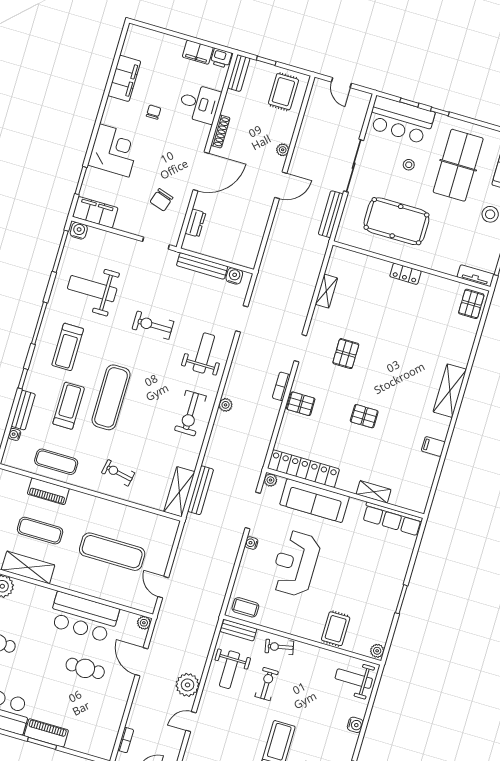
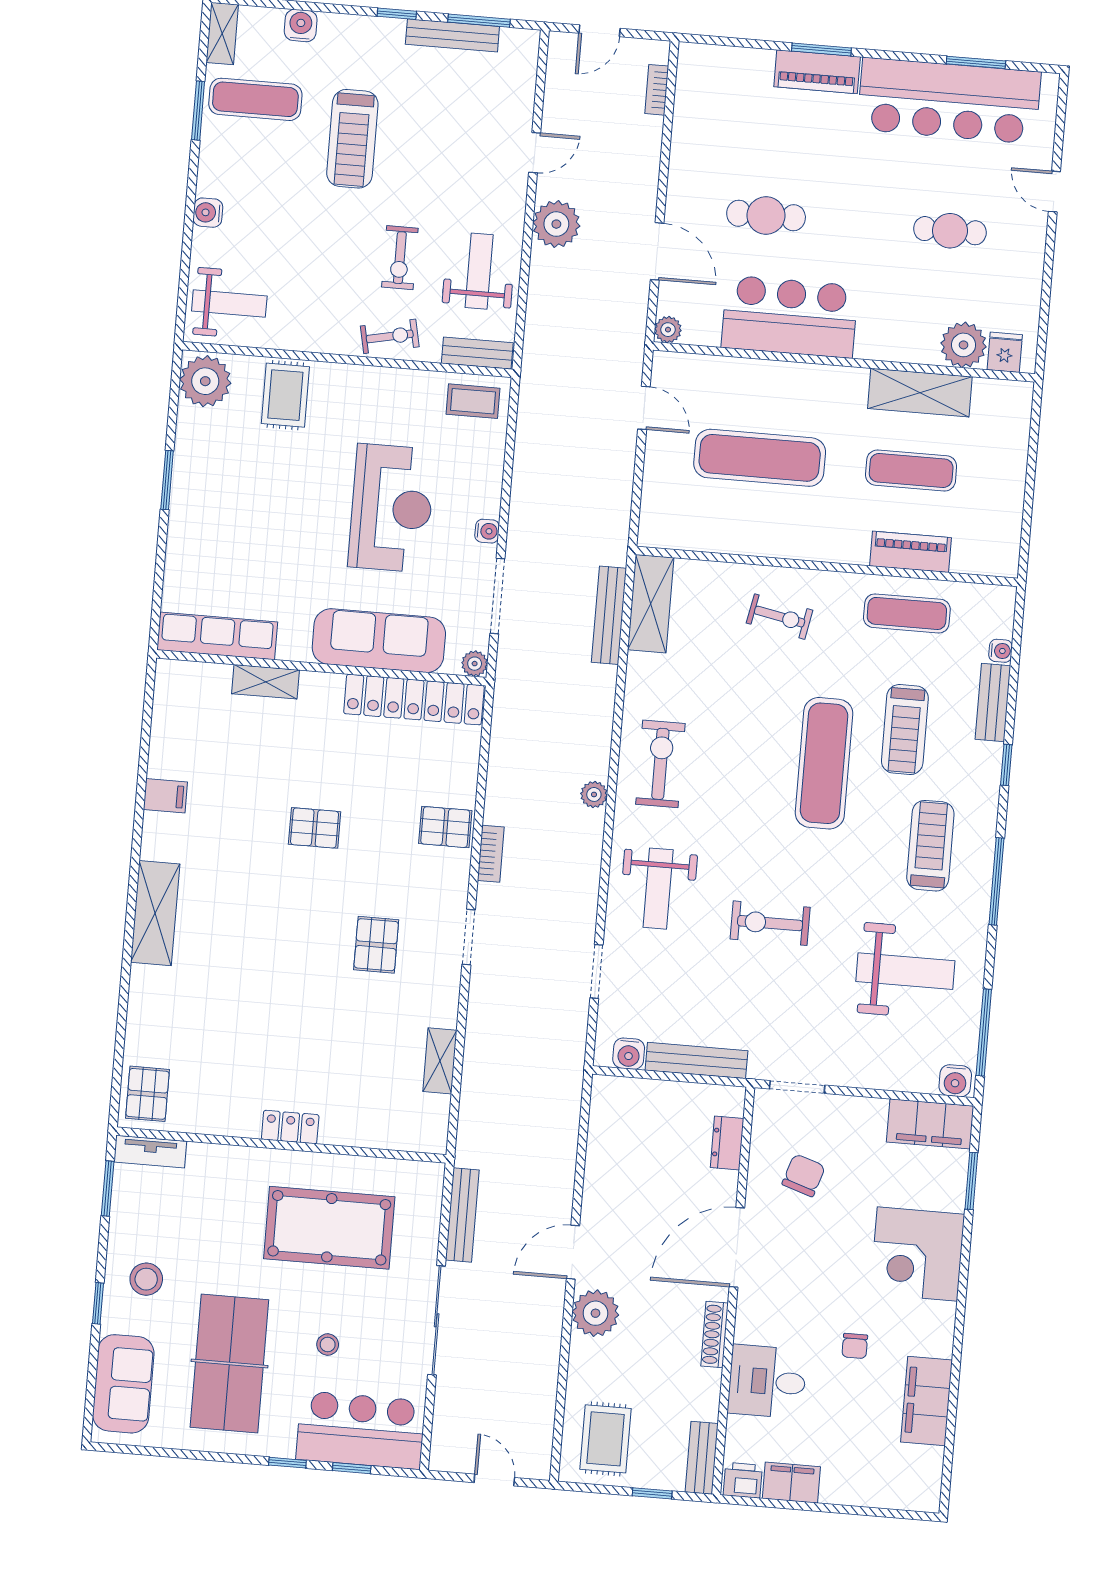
plant: (283, 150) -> (595, 1313), width x1.88, depth x1.88
exercise bike: (153, 325) -> (770, 923), turned 180
plant: (377, 651) -> (205, 381), width x1.88, depth x1.88

